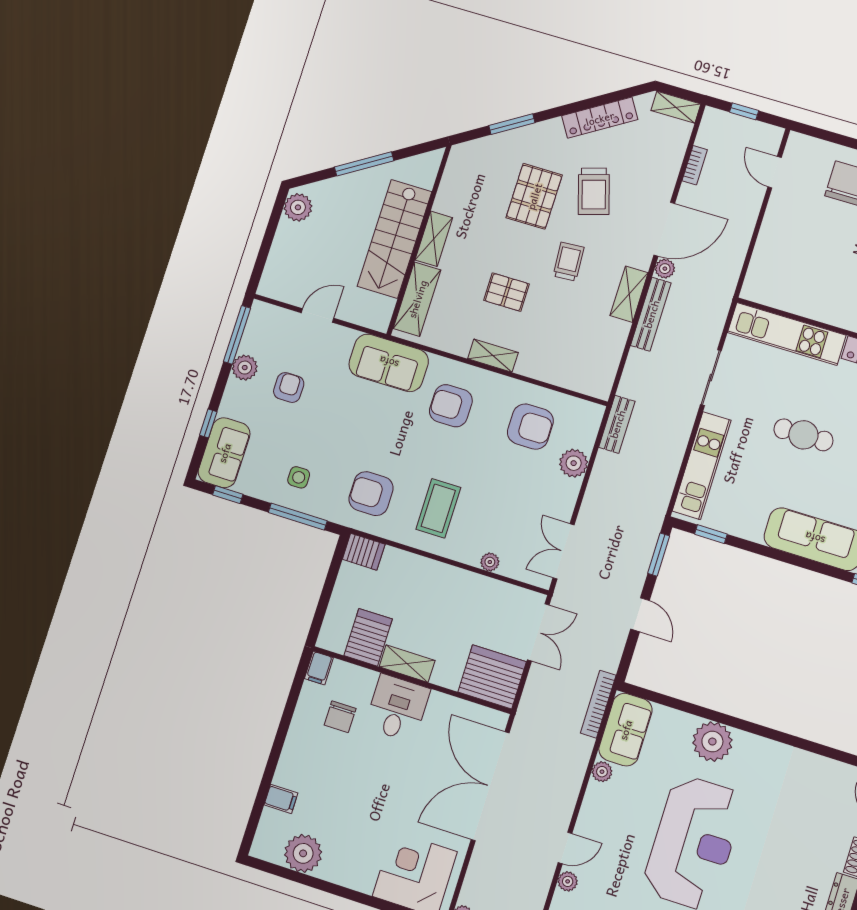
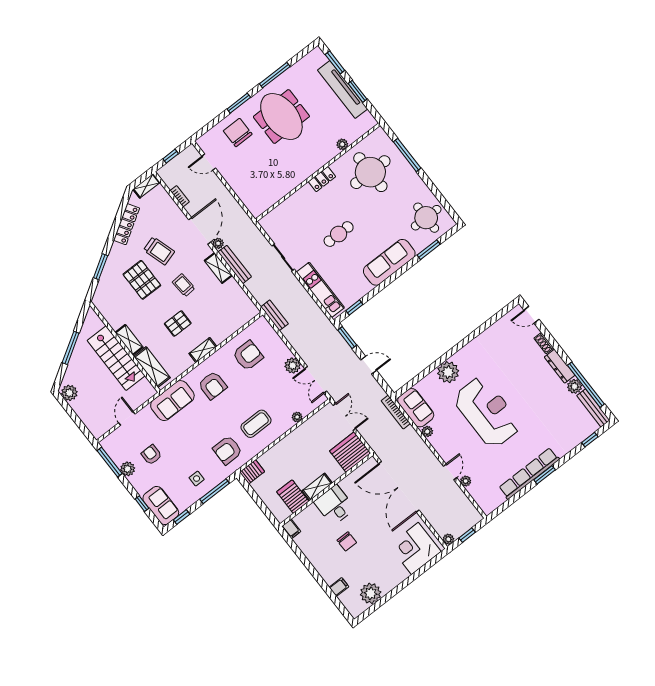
kitchen unit: (787, 334) -> (287, 209), removed
armchair: (451, 406) -> (213, 385), turned -90
plant: (574, 463) -> (293, 366), moved
coffee table: (438, 508) -> (256, 424), turned 90
chair: (340, 717) -> (347, 541), moved

